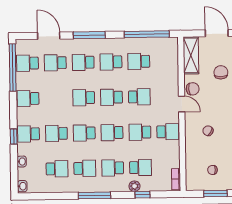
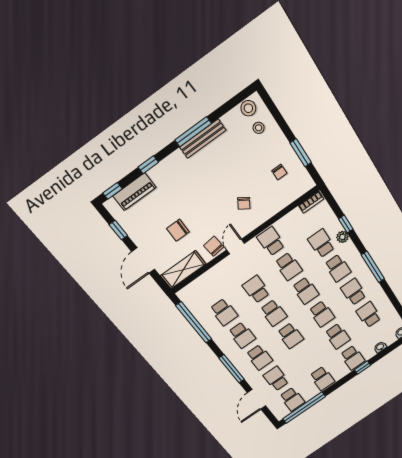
school desk: (55, 63) -> (276, 379), turned 180

